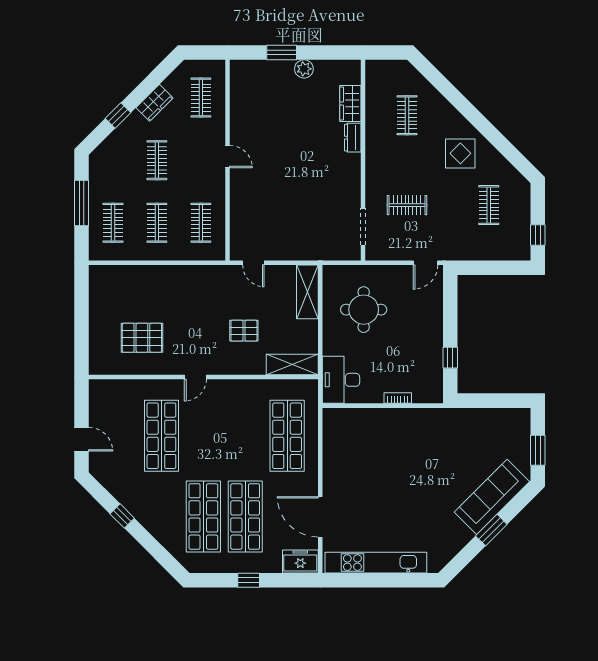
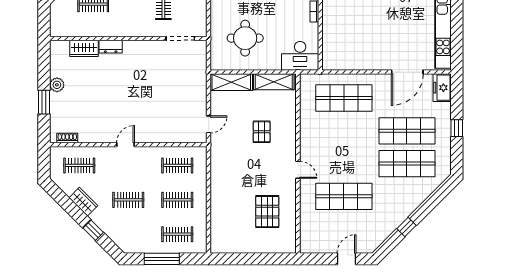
shoe rack: (236, 82) -> (67, 138), added
shelving: (292, 365) -> (274, 82), moved, turned 90

